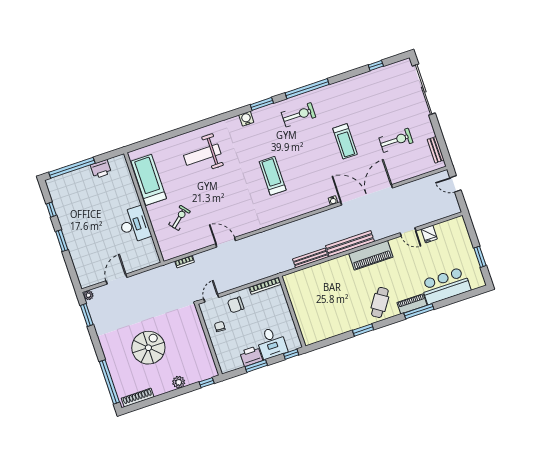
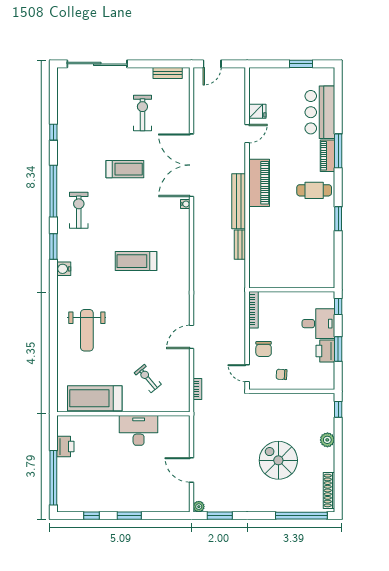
window: (376, 66) -> (53, 132), moved
bench: (310, 258) -> (240, 245), width x0.73
cafe table: (380, 302) -> (314, 190), turned -34

